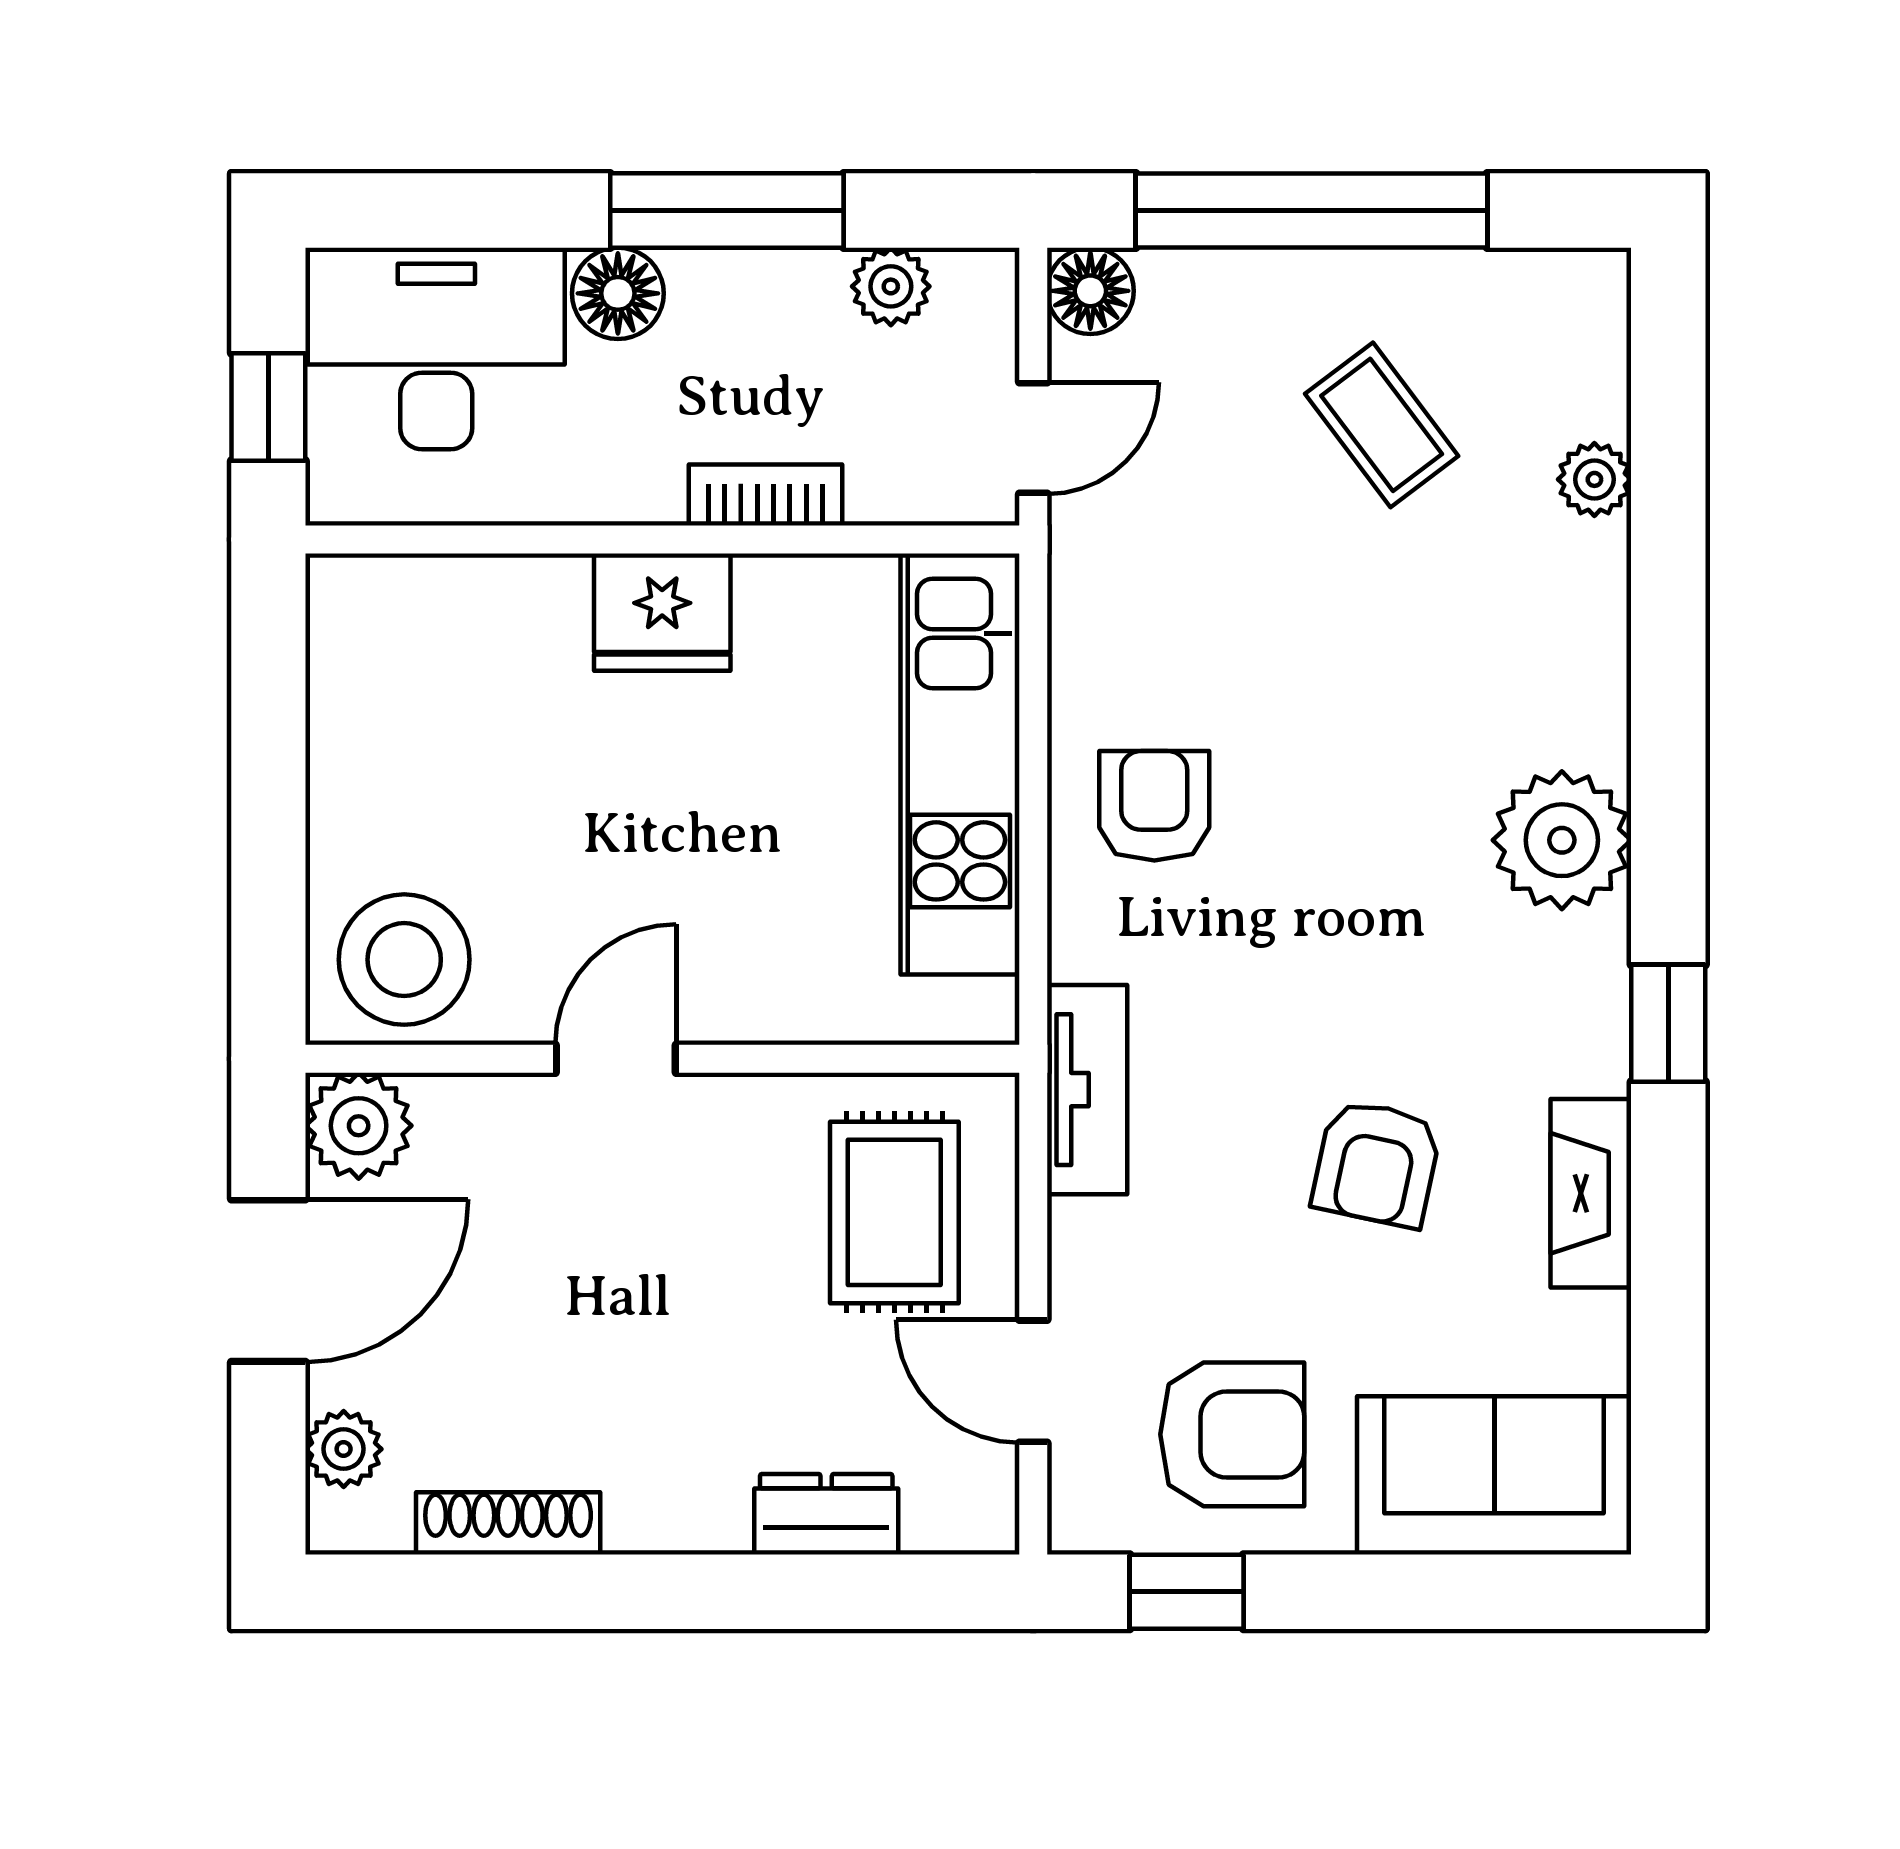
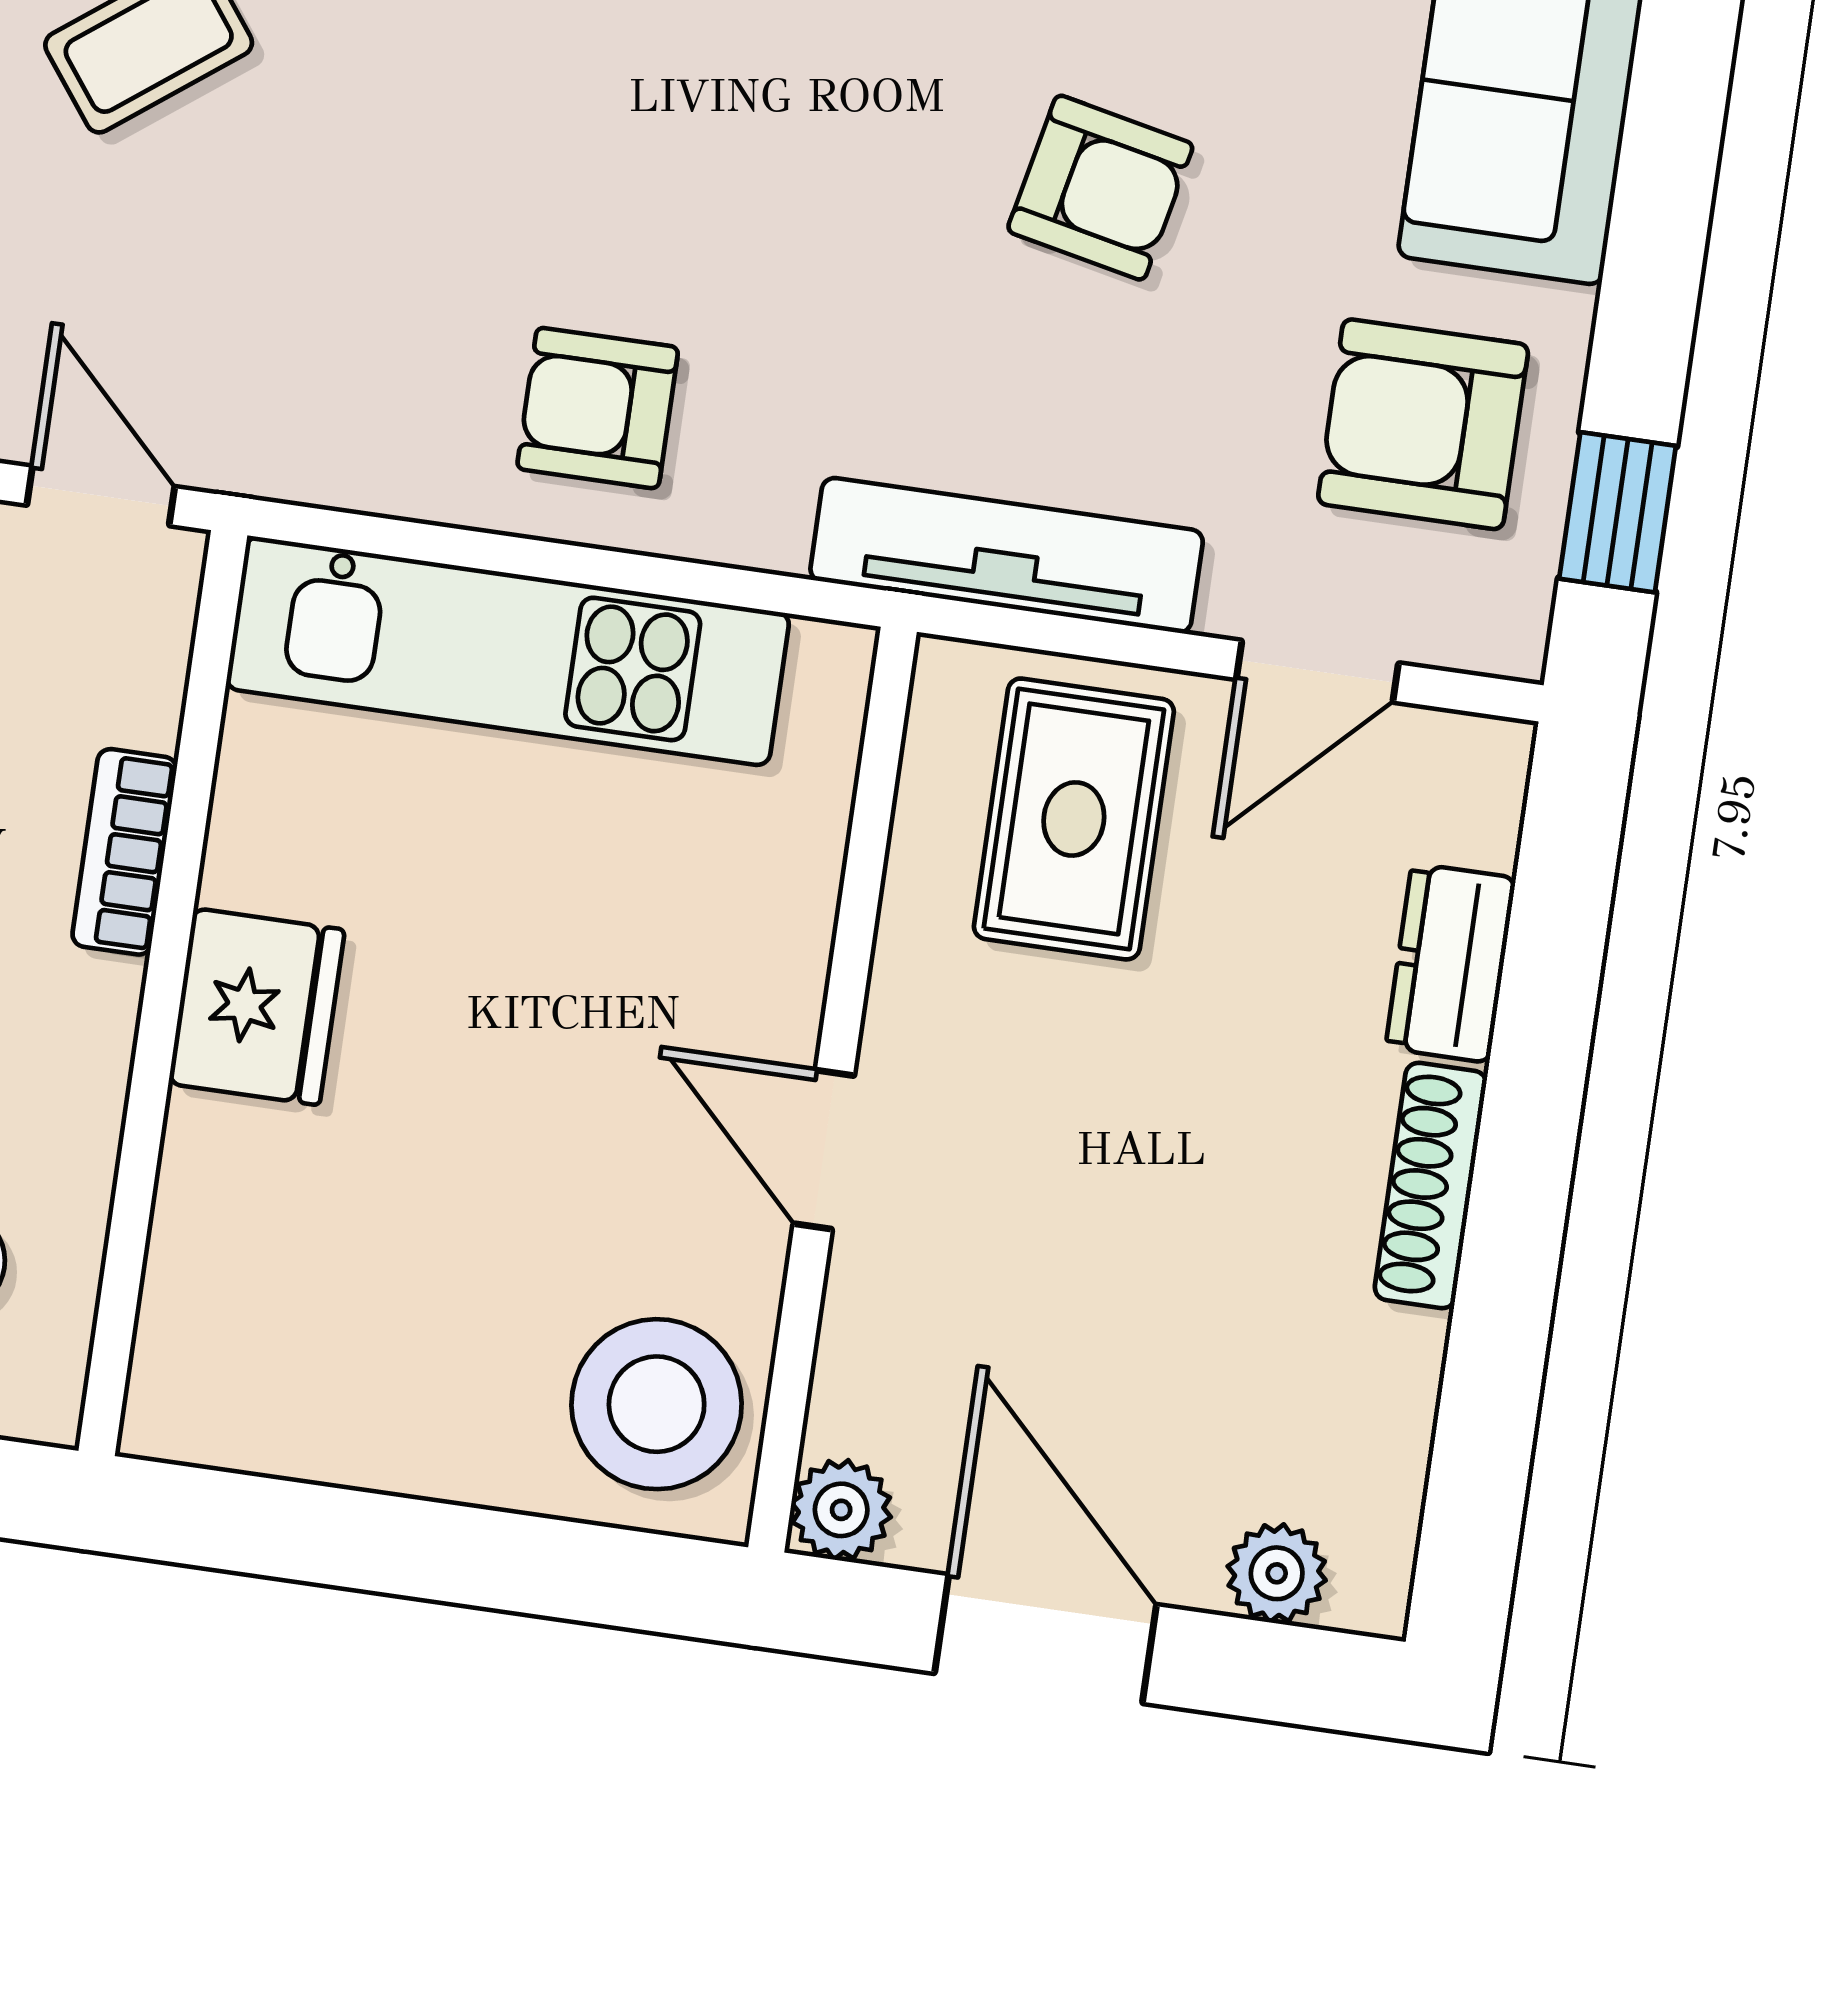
tv unit: (1087, 1090) -> (1007, 555), width x1.41
plant: (359, 1126) -> (841, 1510), width x0.73, depth x0.73
rug: (894, 1212) -> (1074, 819), turned 90
armchair: (1232, 1434) -> (1423, 424), turned -90
shoe rack: (508, 1523) -> (1431, 1186), moved

